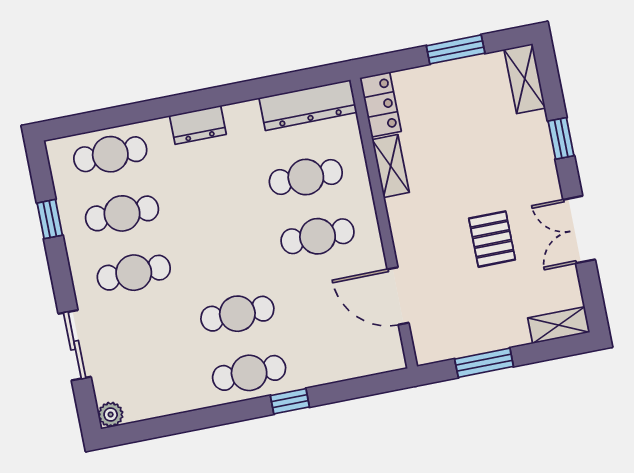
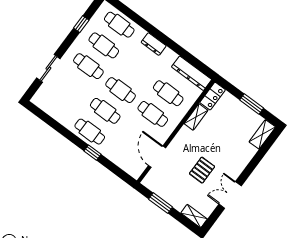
window: (561, 138) -> (254, 163), removed
cafe table: (226, 254) -> (121, 90), added
plant: (111, 415) -> (37, 100), removed

